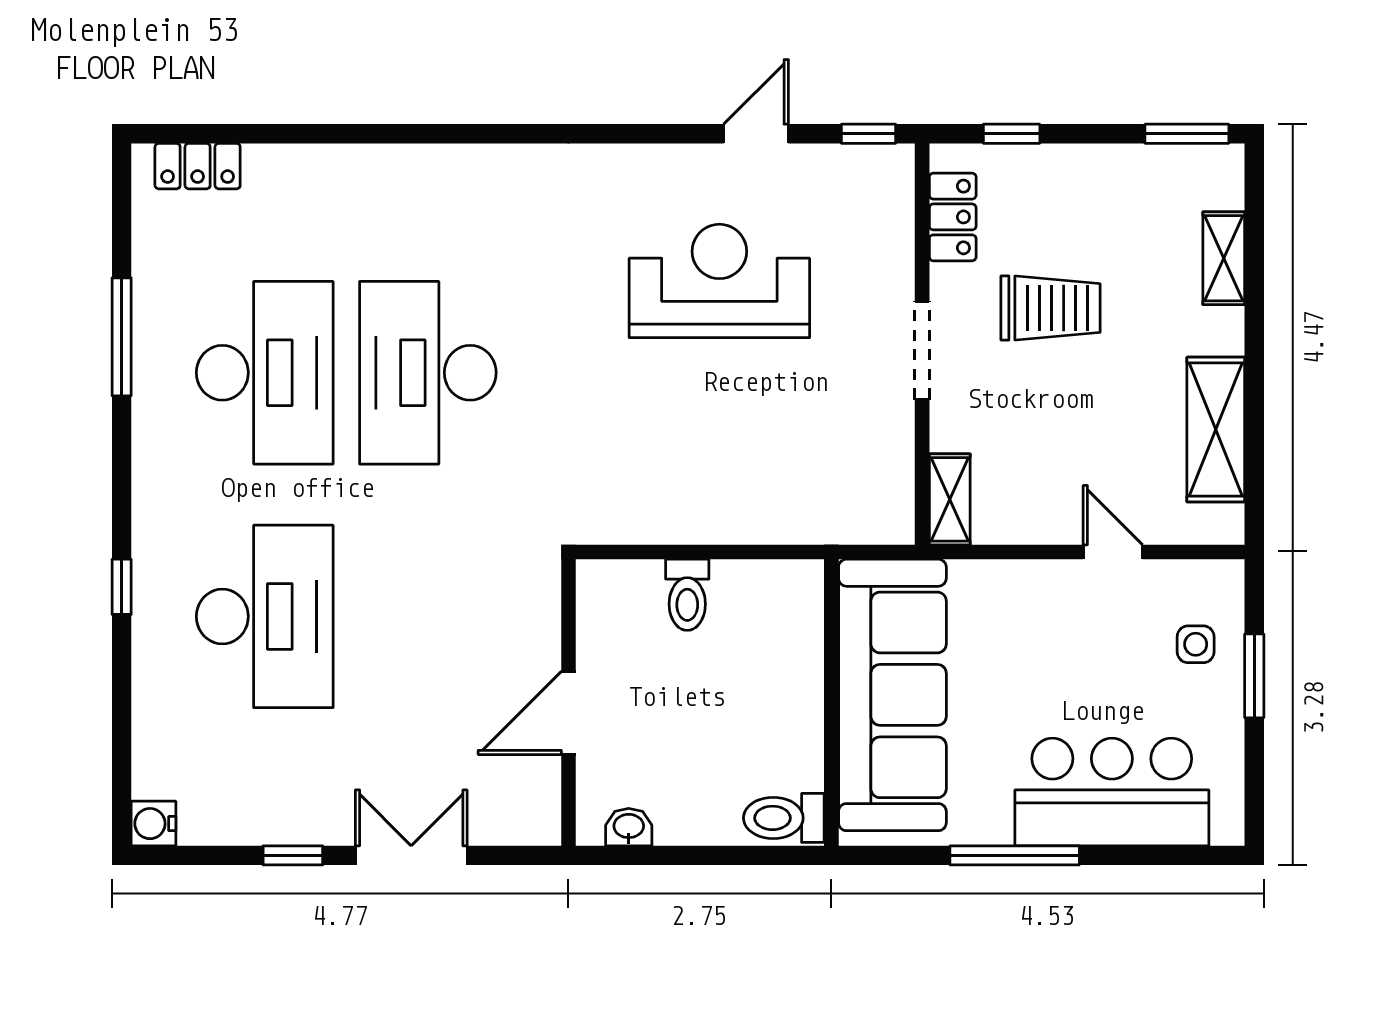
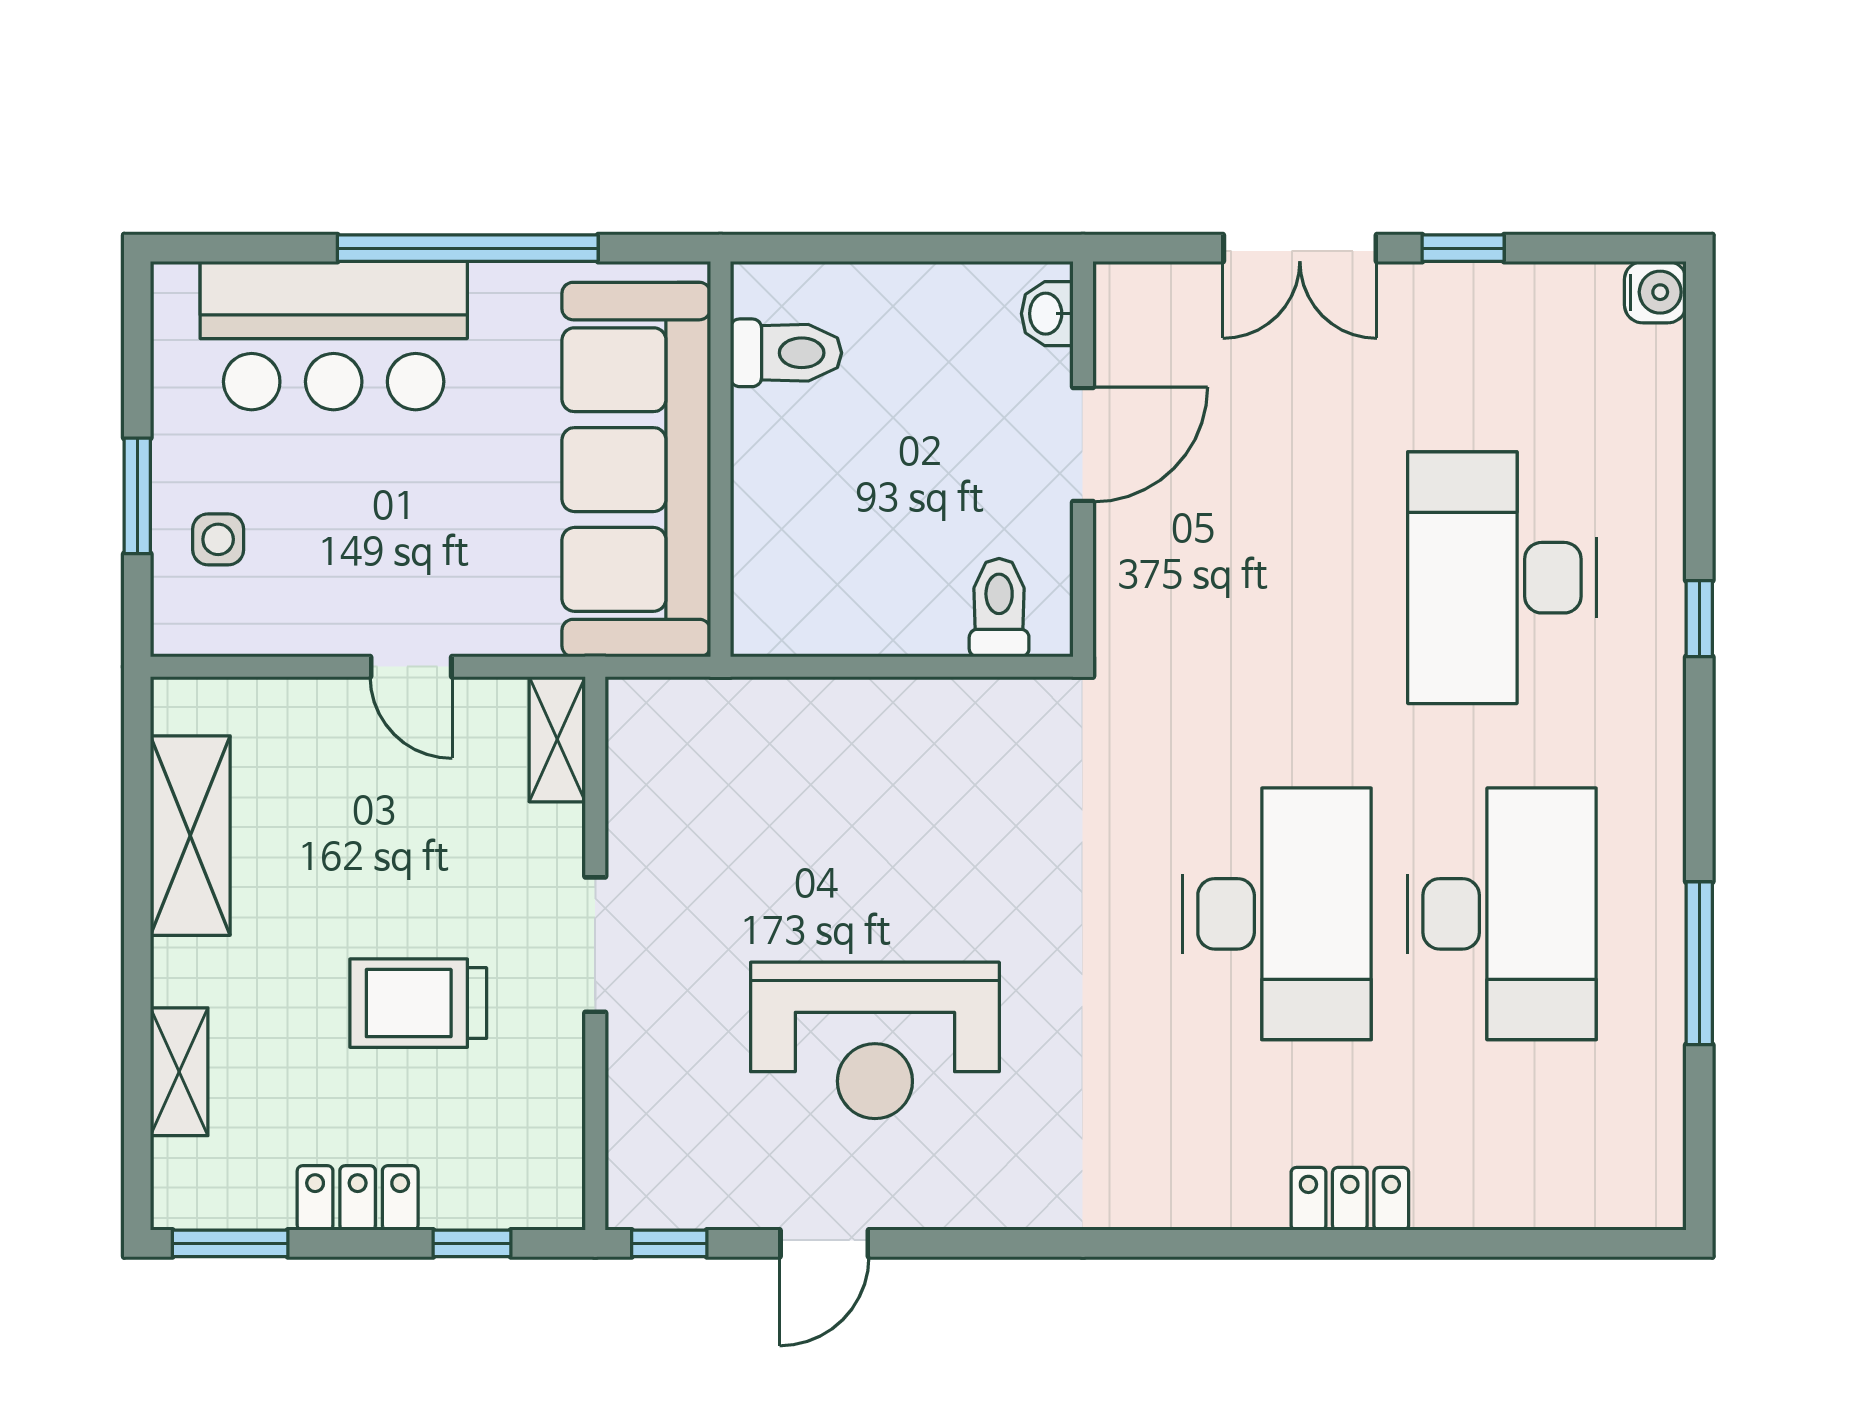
locker: (198, 166) -> (1350, 1199), moved
locker: (953, 217) -> (358, 1198), moved, turned 90
desk: (265, 373) -> (1502, 914), turned 180
door: (1113, 552) -> (411, 667), moved
toilet: (687, 595) -> (999, 608), moved
toilet: (784, 818) -> (786, 353), moved
washbasin: (629, 827) -> (1047, 314), moved, turned 90
window: (1015, 855) -> (468, 248), width x1.46

